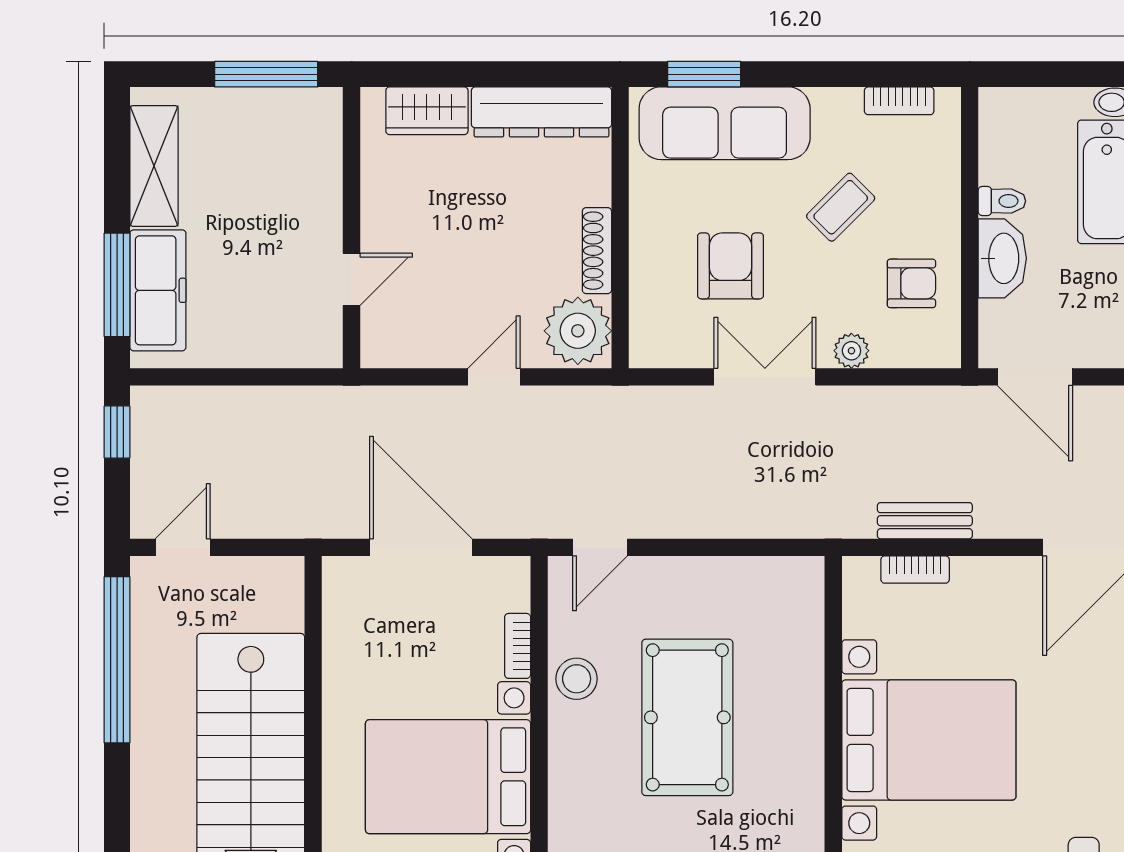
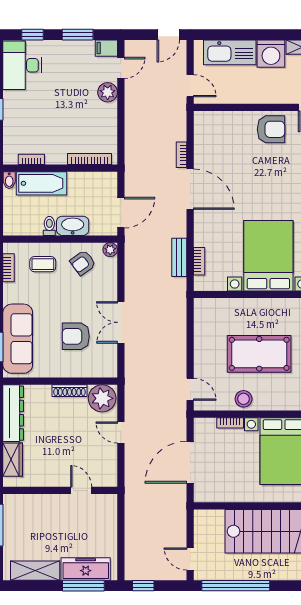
coffee table: (841, 207) -> (43, 264), moved, turned -45
armchair: (911, 283) -> (83, 263), turned -126
plant: (851, 351) -> (110, 250), moved

